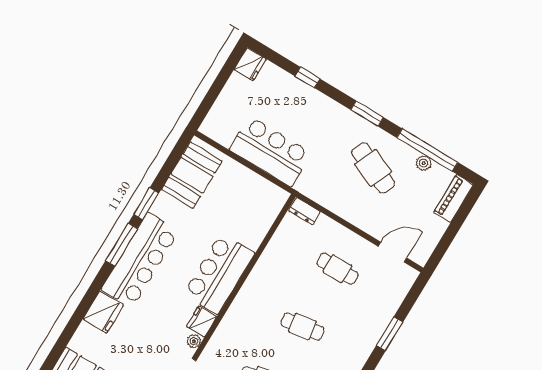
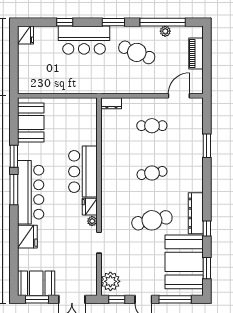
bar counter: (270, 151) -> (84, 40), moved, turned 180
piano: (454, 198) -> (196, 54), moved

